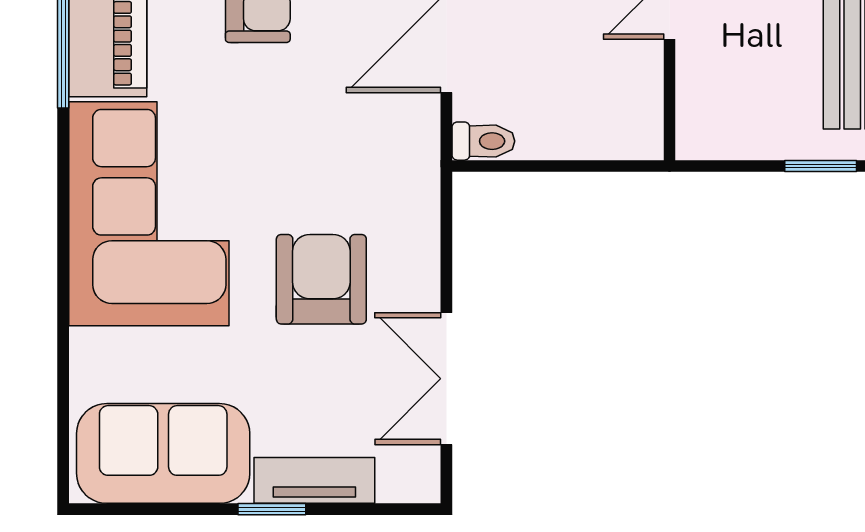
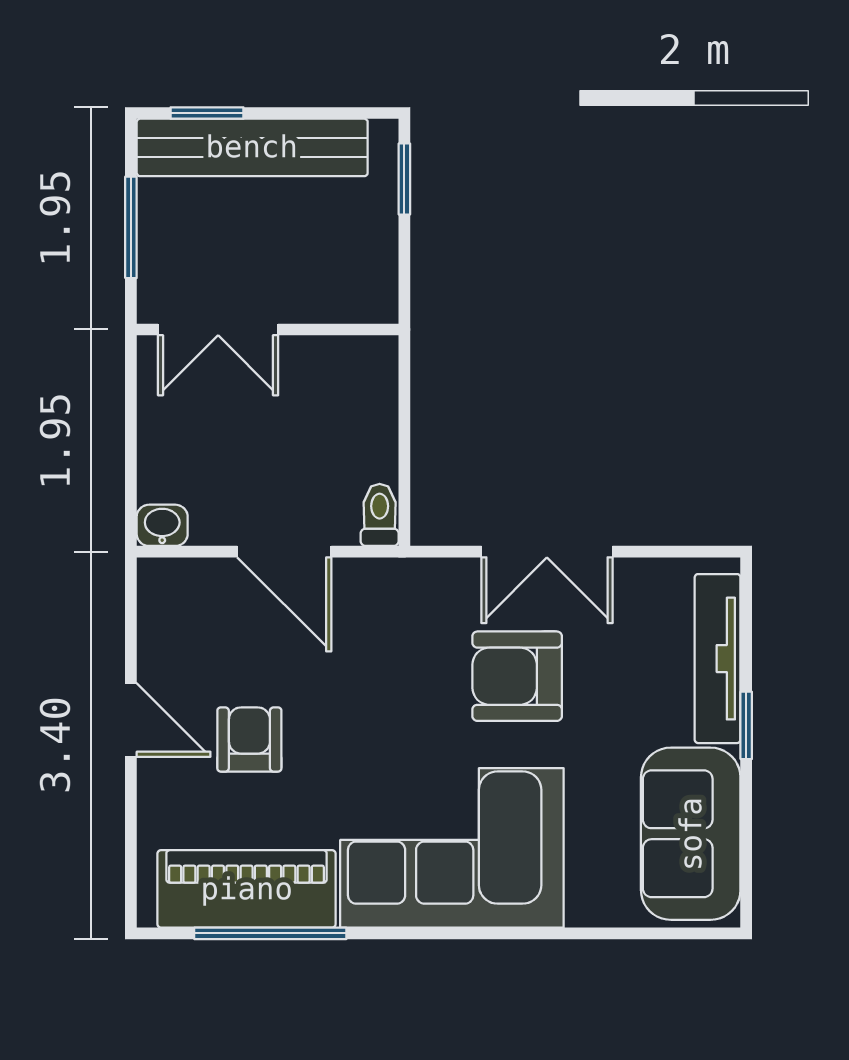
double door: (446, 379) -> (547, 552), moved
tv unit: (314, 480) -> (718, 659), width x1.41

